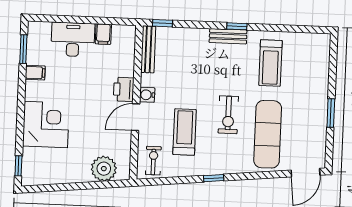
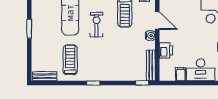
bench: (228, 36) -> (45, 76), moved
printer: (124, 89) -> (166, 50), moved
door: (136, 117) -> (157, 21), hinge flipped

